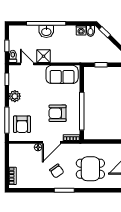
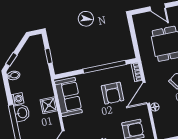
washing machine: (81, 30) -> (18, 99), moved
washbasin: (46, 32) -> (22, 113), moved
shower: (43, 56) -> (49, 105), moved
door: (52, 142) -> (146, 93), swing flipped

